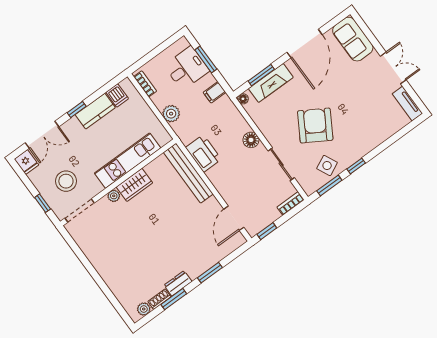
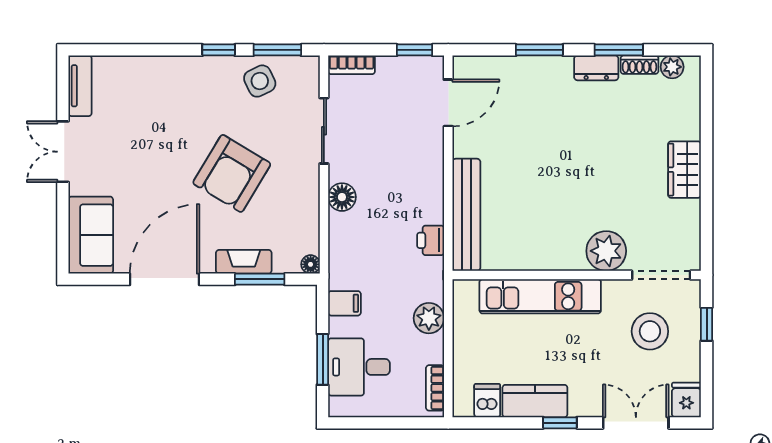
fireplace: (271, 83) -> (244, 262), width x0.73, depth x0.76
armchair: (315, 126) -> (232, 173), moved
printer: (203, 153) -> (431, 240), width x0.53, depth x0.68
wardrobe: (134, 185) -> (685, 170), moved, turned -90
plant: (114, 196) -> (606, 251), width x1.88, depth x1.88

